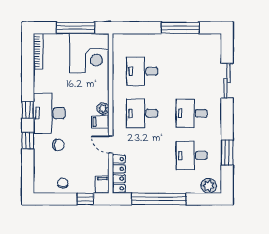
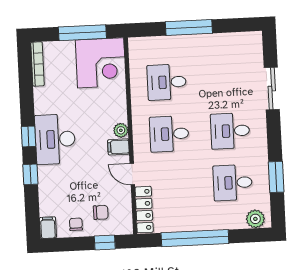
window: (180, 28) -> (189, 27), moved
chair: (58, 145) -> (101, 212), moved
filing cabinet: (102, 185) -> (48, 228), moved

